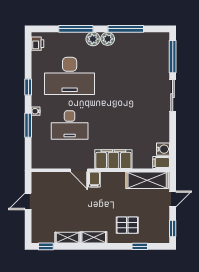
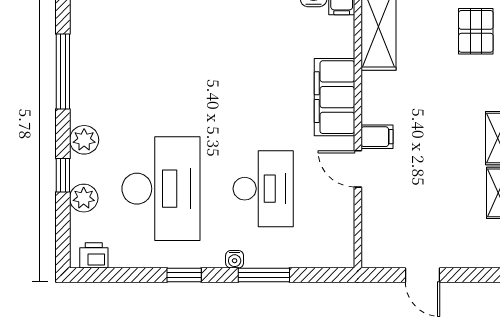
window: (76, 29) -> (63, 175), width x0.46
plant: (108, 39) -> (84, 198), moved
door: (79, 170) -> (358, 169), swing flipped
pallet: (127, 225) -> (476, 31), moved

